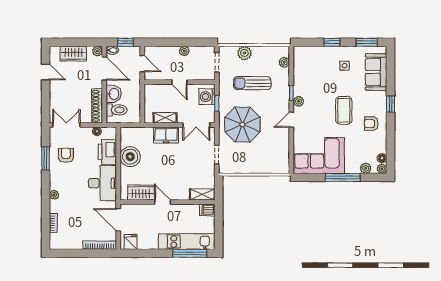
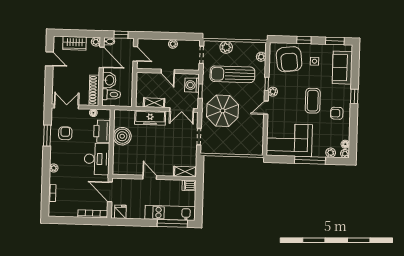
armchair: (316, 64) -> (289, 59), added
sun lounger: (252, 83) -> (232, 74), width x1.36, depth x1.34
freezer: (166, 135) -> (150, 118), width x1.40
wardrobe: (141, 193) -> (131, 168), removed

